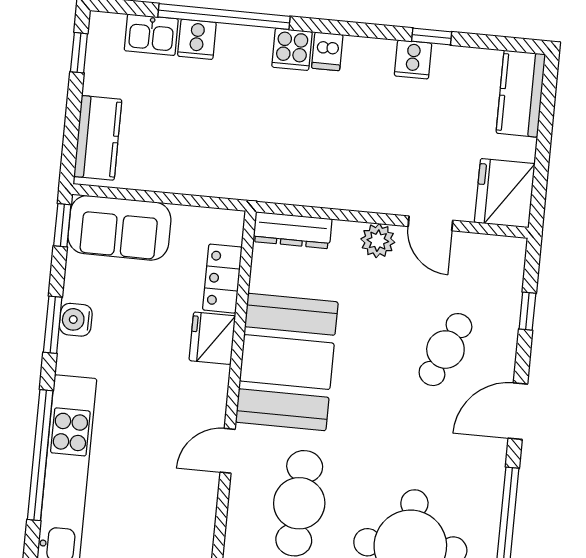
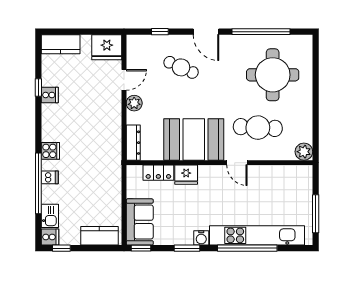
cooker: (197, 39) -> (50, 237), moved
dishwasher: (327, 51) -> (50, 177), moved
water cooler: (76, 320) -> (201, 238), moved

